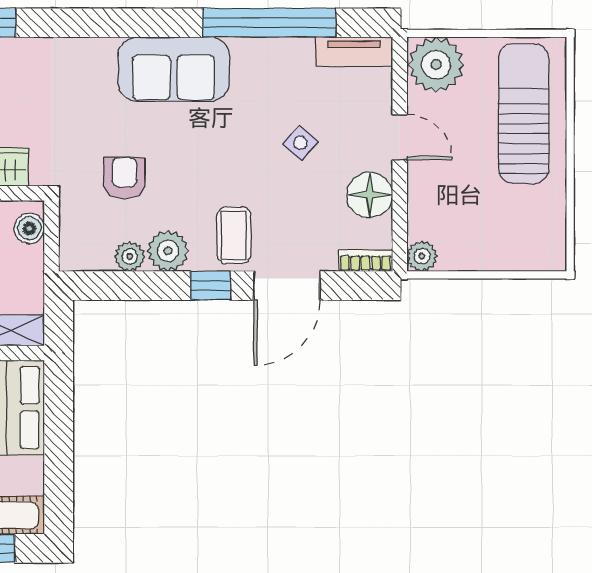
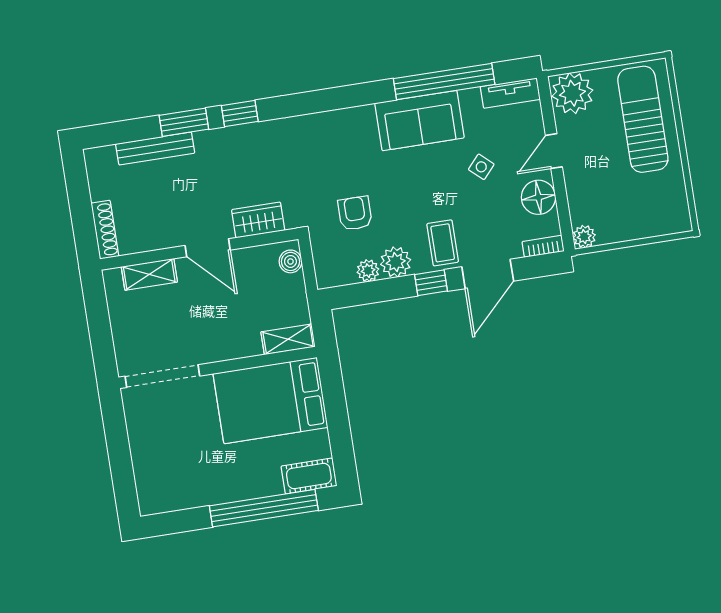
sofa: (174, 69) -> (419, 121), moved
door: (400, 137) -> (554, 151), swing flipped

